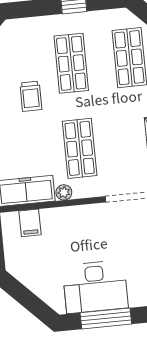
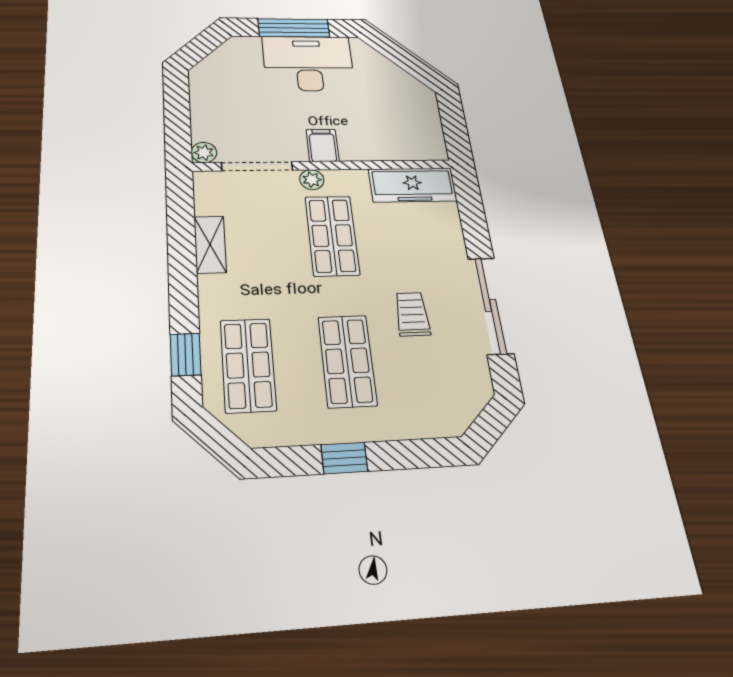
plant: (64, 192) -> (312, 180), moved
filing cabinet: (30, 223) -> (323, 145), moved

